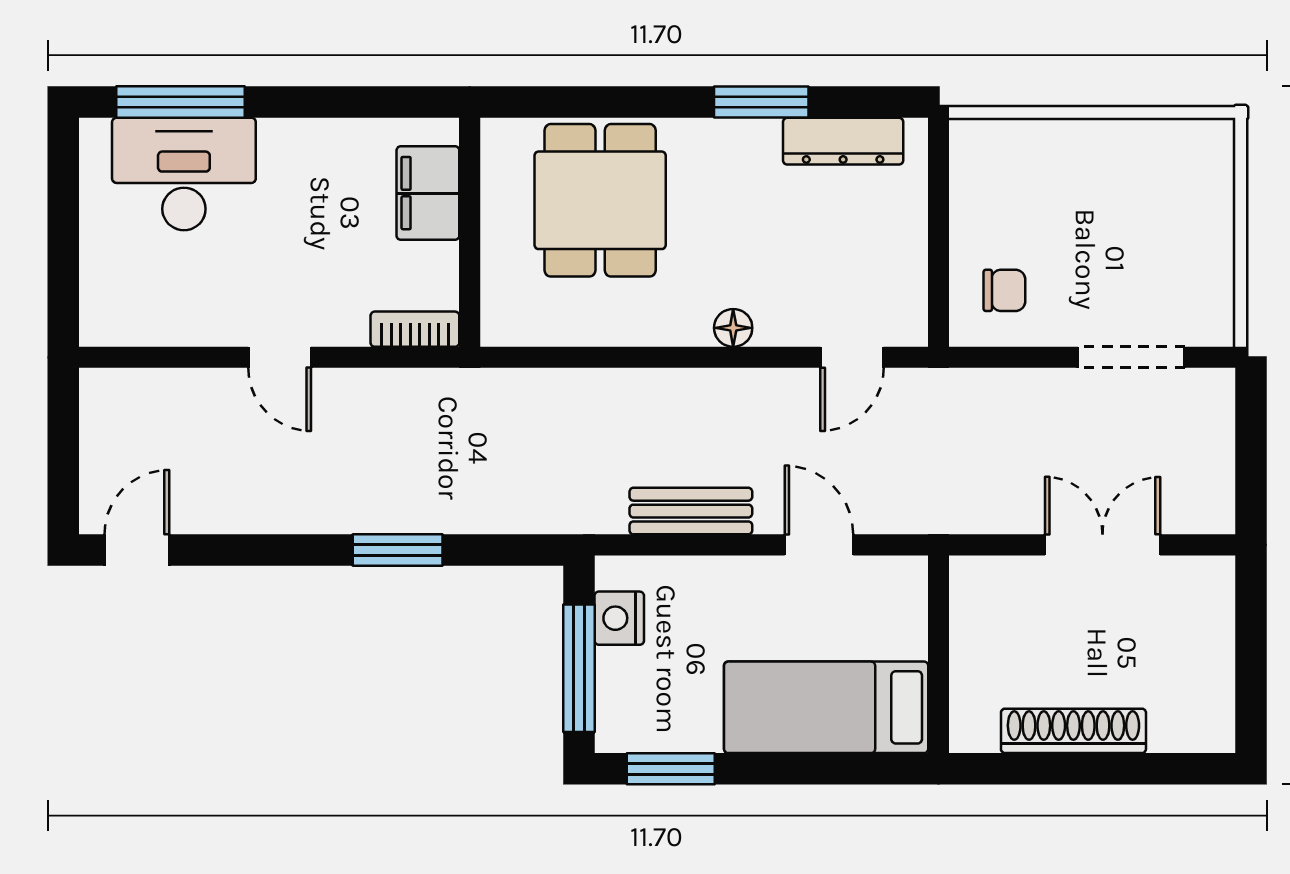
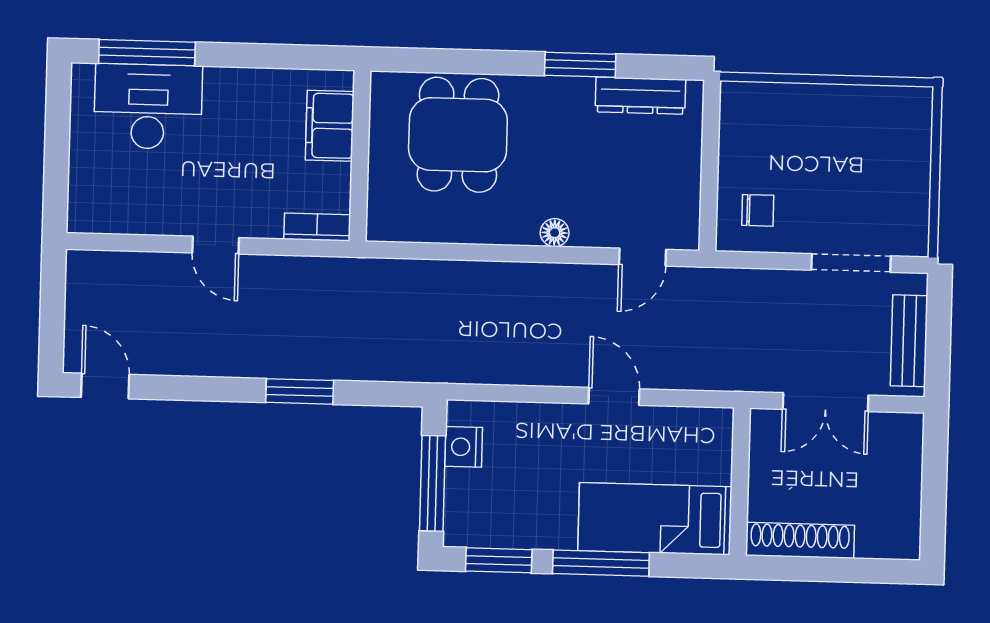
bench: (691, 511) -> (909, 341), moved, turned 90
double door: (1103, 545) -> (826, 402), swing flipped
door: (137, 550) -> (105, 386), hinge flipped
wall: (938, 654) -> (740, 481), moved
bed: (826, 707) -> (655, 519), moved
window: (808, 769) -> (601, 563), added

